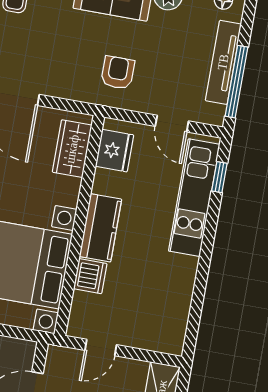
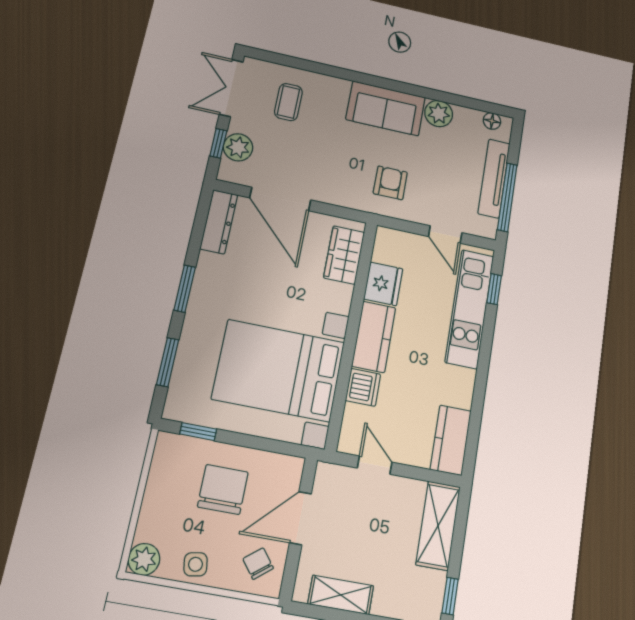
fridge: (114, 151) -> (383, 284), moved
kitchen counter: (173, 324) -> (451, 440), added
door: (101, 348) -> (375, 465), swing flipped

